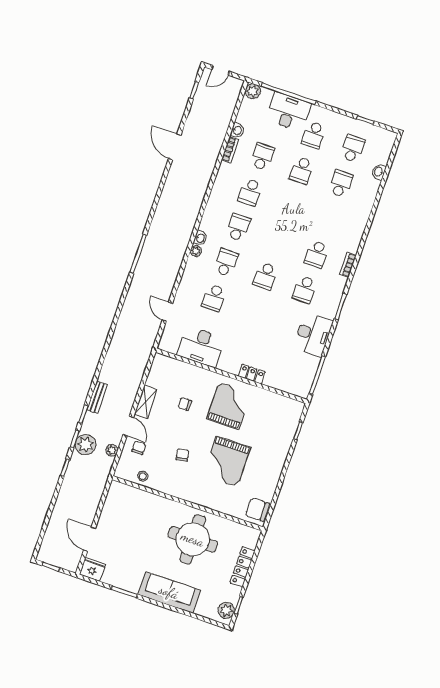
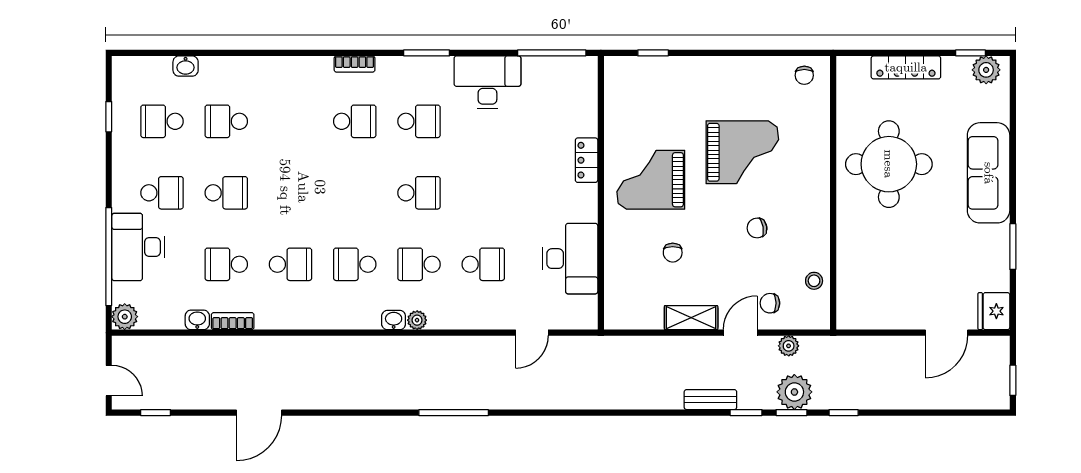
chair: (257, 510) -> (804, 75), width x0.54, depth x0.54

